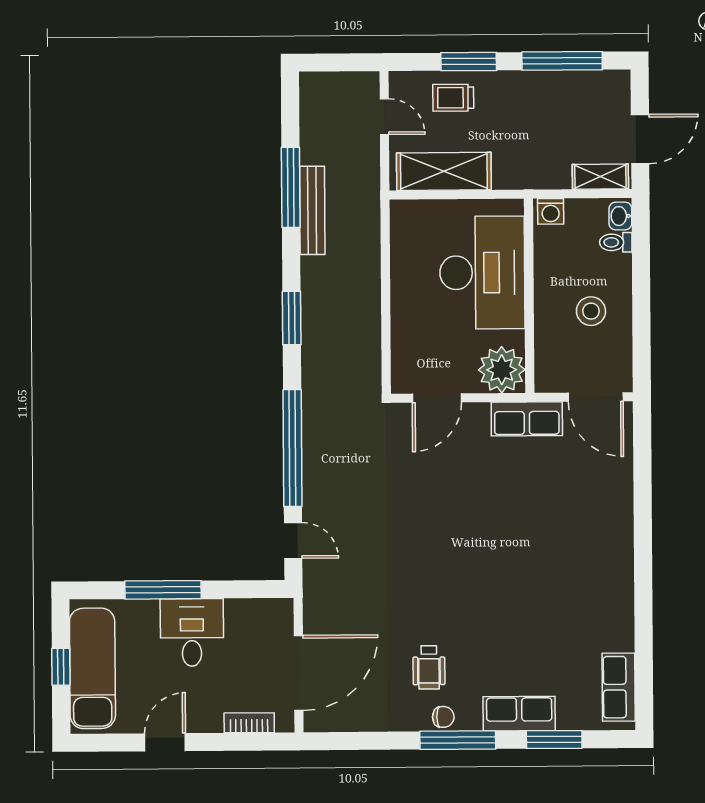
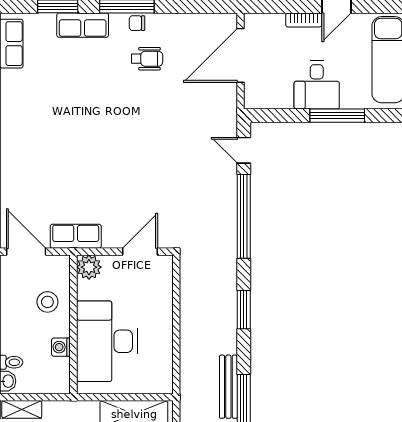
washing machine: (551, 211) -> (61, 347), moved, turned -90
stool: (591, 311) -> (47, 302), moved
plant: (502, 370) -> (89, 267), width x0.73, depth x0.73
wheelchair: (429, 667) -> (147, 59), turned 90
bookcase: (249, 723) -> (304, 20), moved

